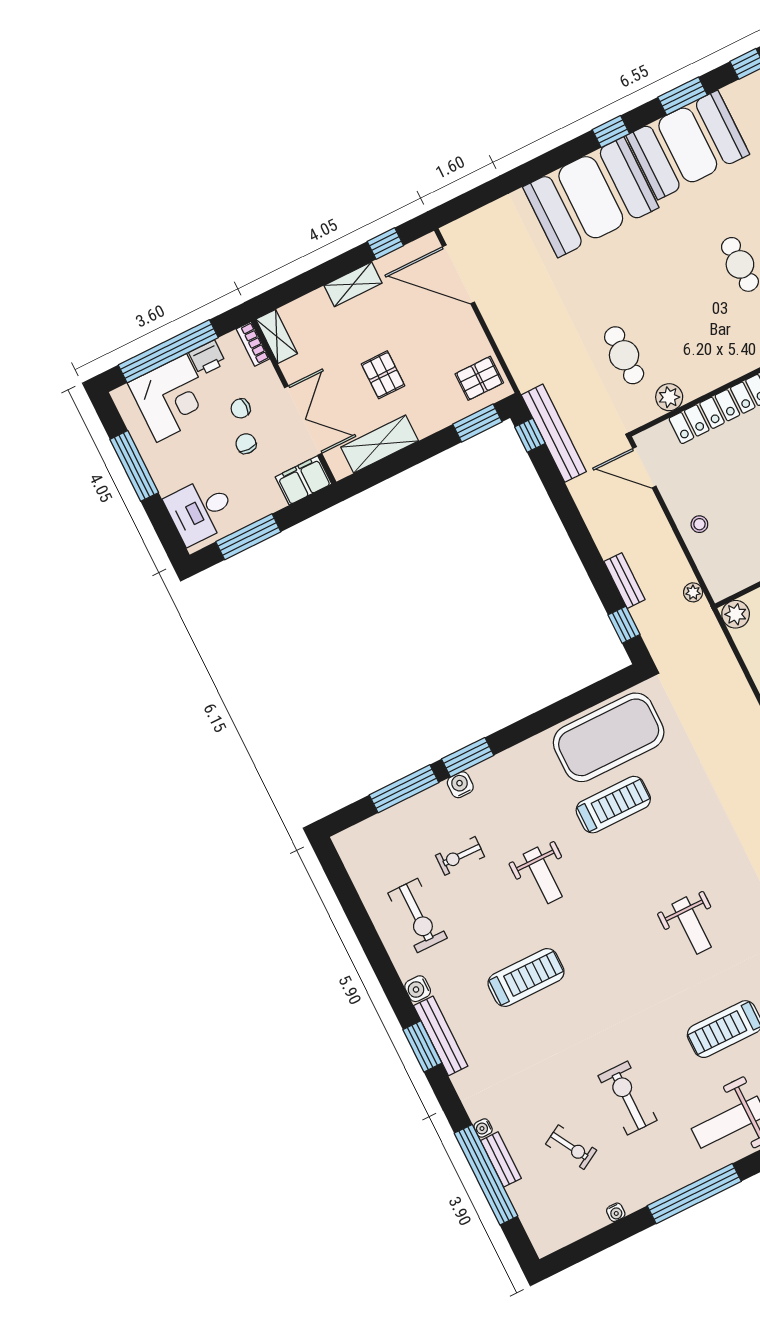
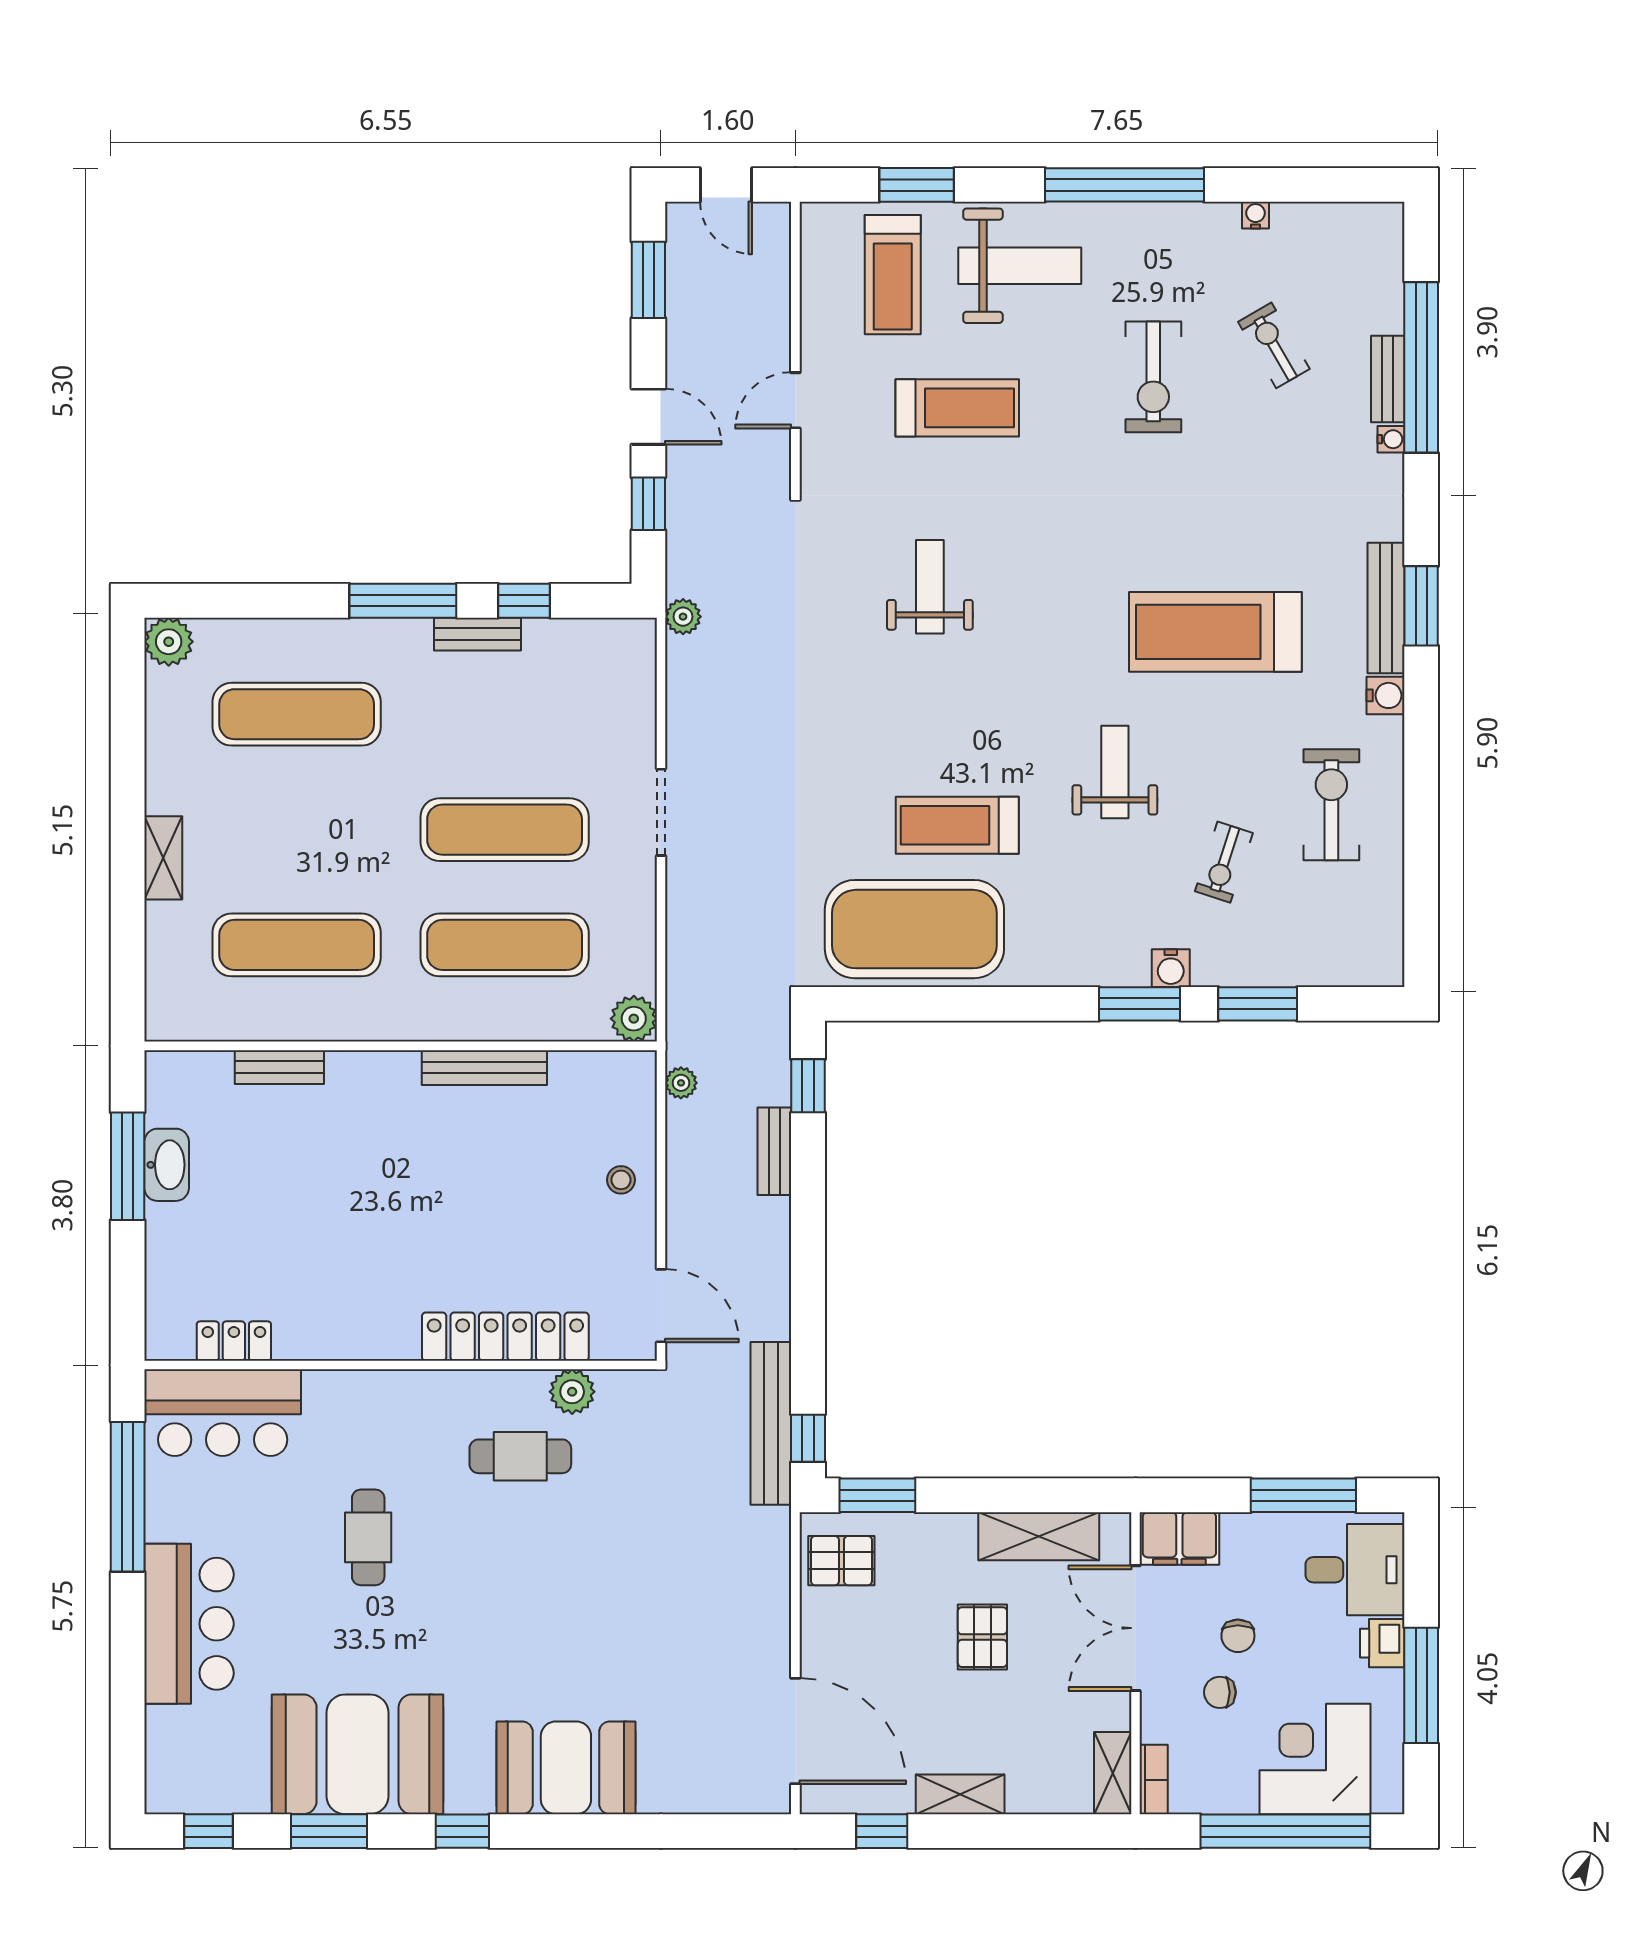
booth: (591, 197) -> (566, 1768), width x0.73, depth x0.70
cafe table: (624, 355) -> (520, 1456), moved, turned 90
printer: (207, 358) -> (1382, 1643), moved, turned -90
chair: (241, 408) -> (1220, 1692), turned 180
window: (404, 789) -> (1258, 1004), width x0.69
exercise bike: (460, 856) -> (1224, 862), turned 107
treadmill: (526, 977) -> (1215, 632), width x1.37, depth x1.38

